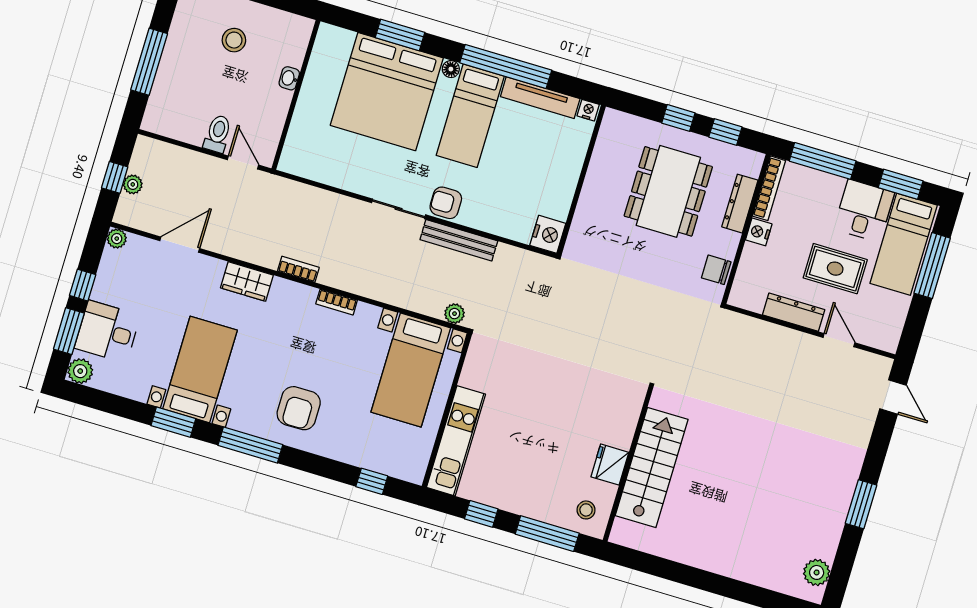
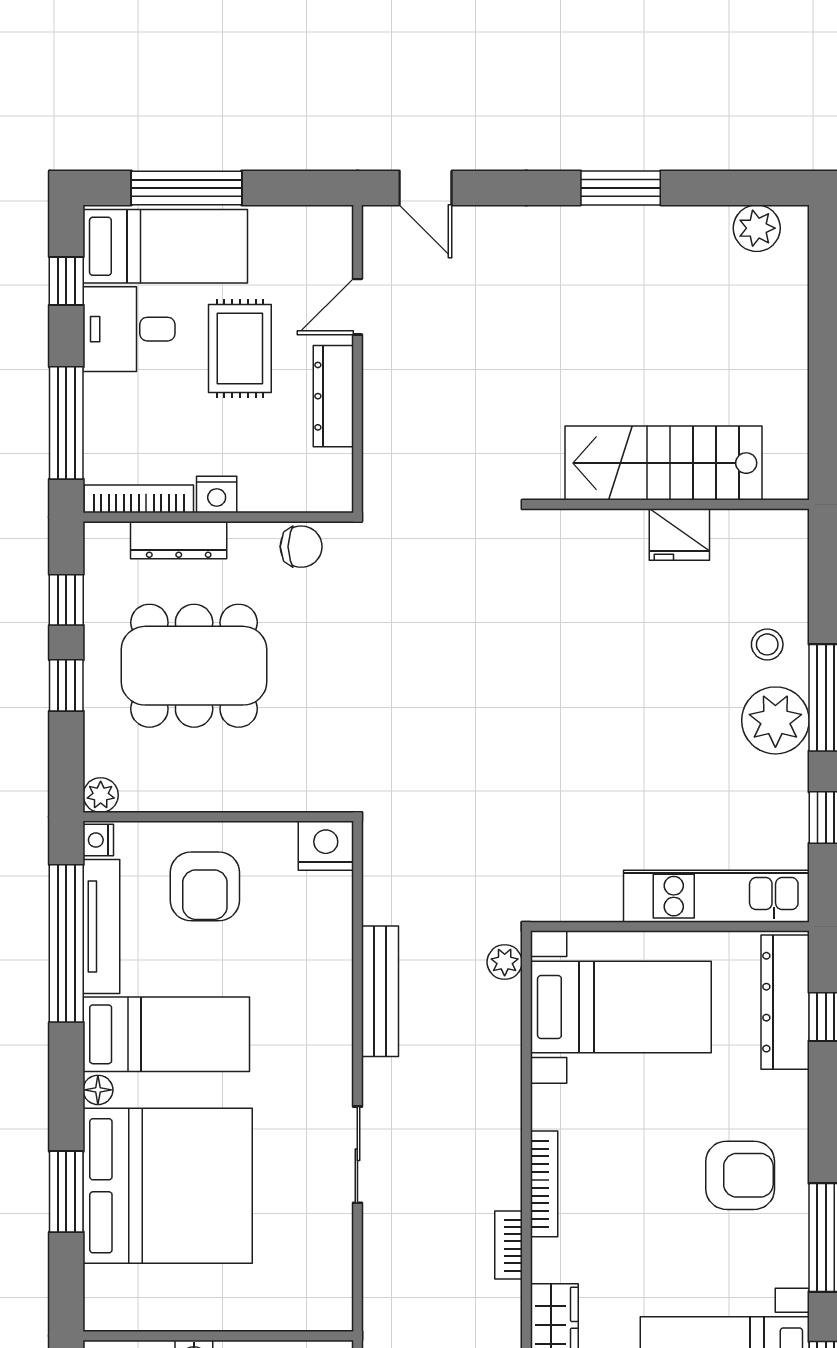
window: (506, 66) -> (66, 943), moved
plant: (612, 119) -> (101, 795), added
window: (901, 184) -> (66, 281), width x0.67
armchair: (446, 203) -> (205, 886), moved, width x1.38, depth x1.38
sliding door: (399, 209) -> (357, 1155), moved
chair: (716, 270) -> (301, 547), turned -90
bookcase: (337, 302) -> (544, 1184), width x1.56
door: (893, 397) -> (426, 188), swing flipped
dresser: (386, 461) -> (785, 1002), added
wall: (628, 464) -> (670, 504), moved
fridge: (610, 465) -> (679, 534), moved
stairs: (652, 467) -> (664, 463), moved
plant: (543, 502) -> (775, 720), added

